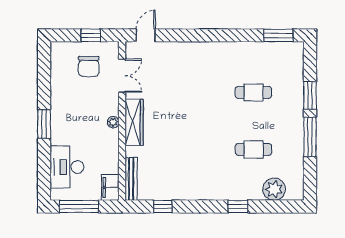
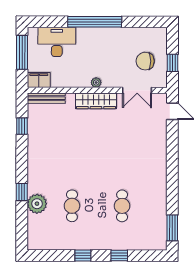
window: (310, 95) -> (119, 256), width x0.67
window: (44, 124) -> (95, 22), width x2.11
window: (310, 137) -> (83, 256), width x0.46
plant: (274, 189) -> (37, 204), moved

